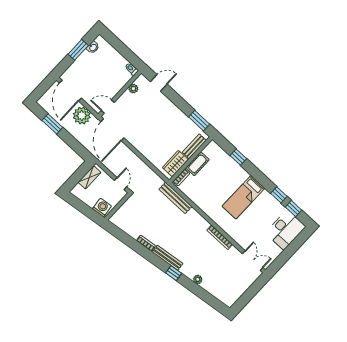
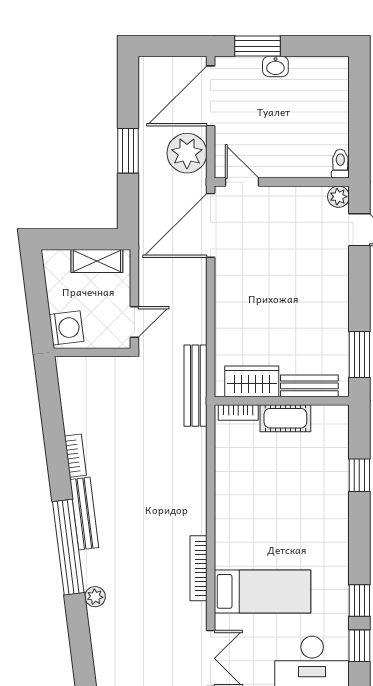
washbasin: (93, 47) -> (275, 66), moved
window: (78, 50) -> (257, 46), moved
plant: (133, 89) -> (338, 197), moved
window: (52, 124) -> (128, 151), moved
bed: (243, 197) -> (262, 591), moved, turned 180
bench: (175, 198) -> (195, 386), moved
window: (174, 273) -> (68, 547), width x3.17

